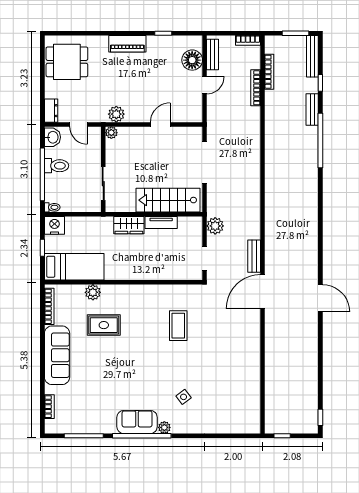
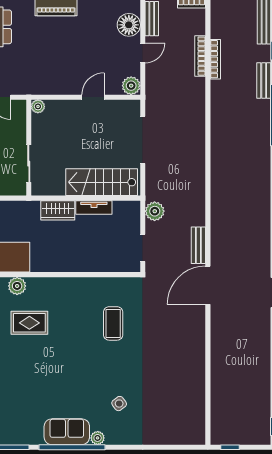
bookcase: (269, 72) -> (215, 59), moved
plant: (116, 114) -> (131, 86), moved

